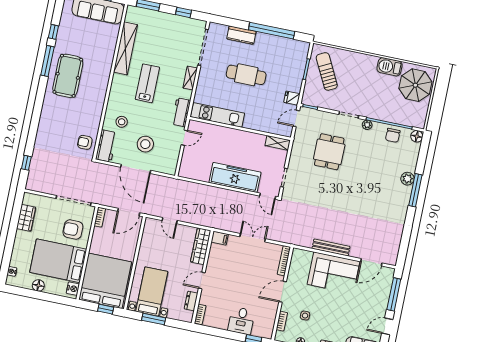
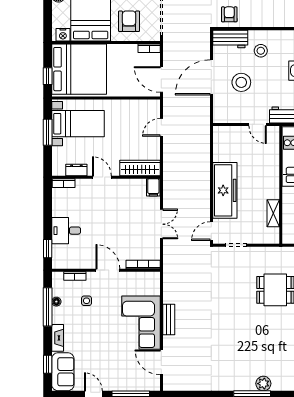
shelving: (278, 143) -> (273, 213), moved
bench: (331, 247) -> (169, 320), width x0.73

